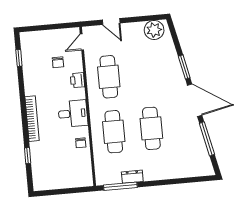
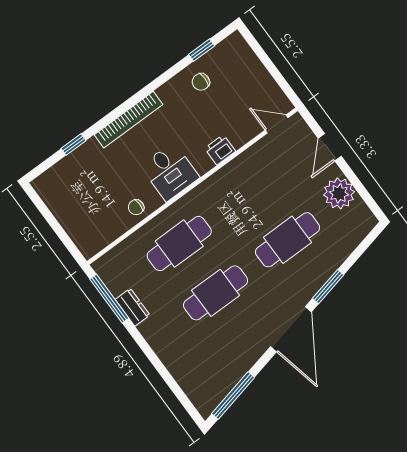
plant: (154, 30) -> (339, 193), moved
chair: (58, 62) -> (201, 82), moved
cafe table: (109, 77) -> (288, 240), moved
window: (207, 139) -> (233, 396), moved

